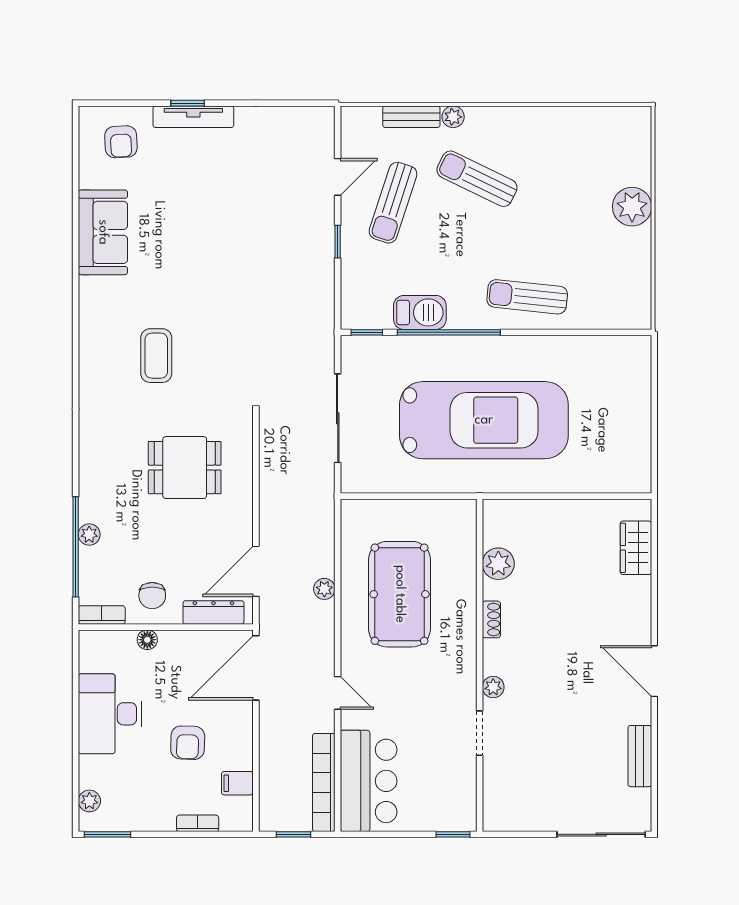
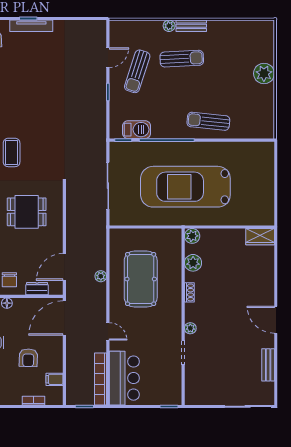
bench: (411, 117) -> (191, 26), moved
sun lounger: (477, 179) -> (182, 59), turned 151
barbecue: (420, 312) -> (137, 130), moved
car: (484, 420) -> (185, 187), turned 180
plant: (497, 513) -> (192, 236), added
wardrobe: (636, 548) -> (260, 237), moved, turned -90
dresser: (213, 612) -> (37, 289), width x0.70

